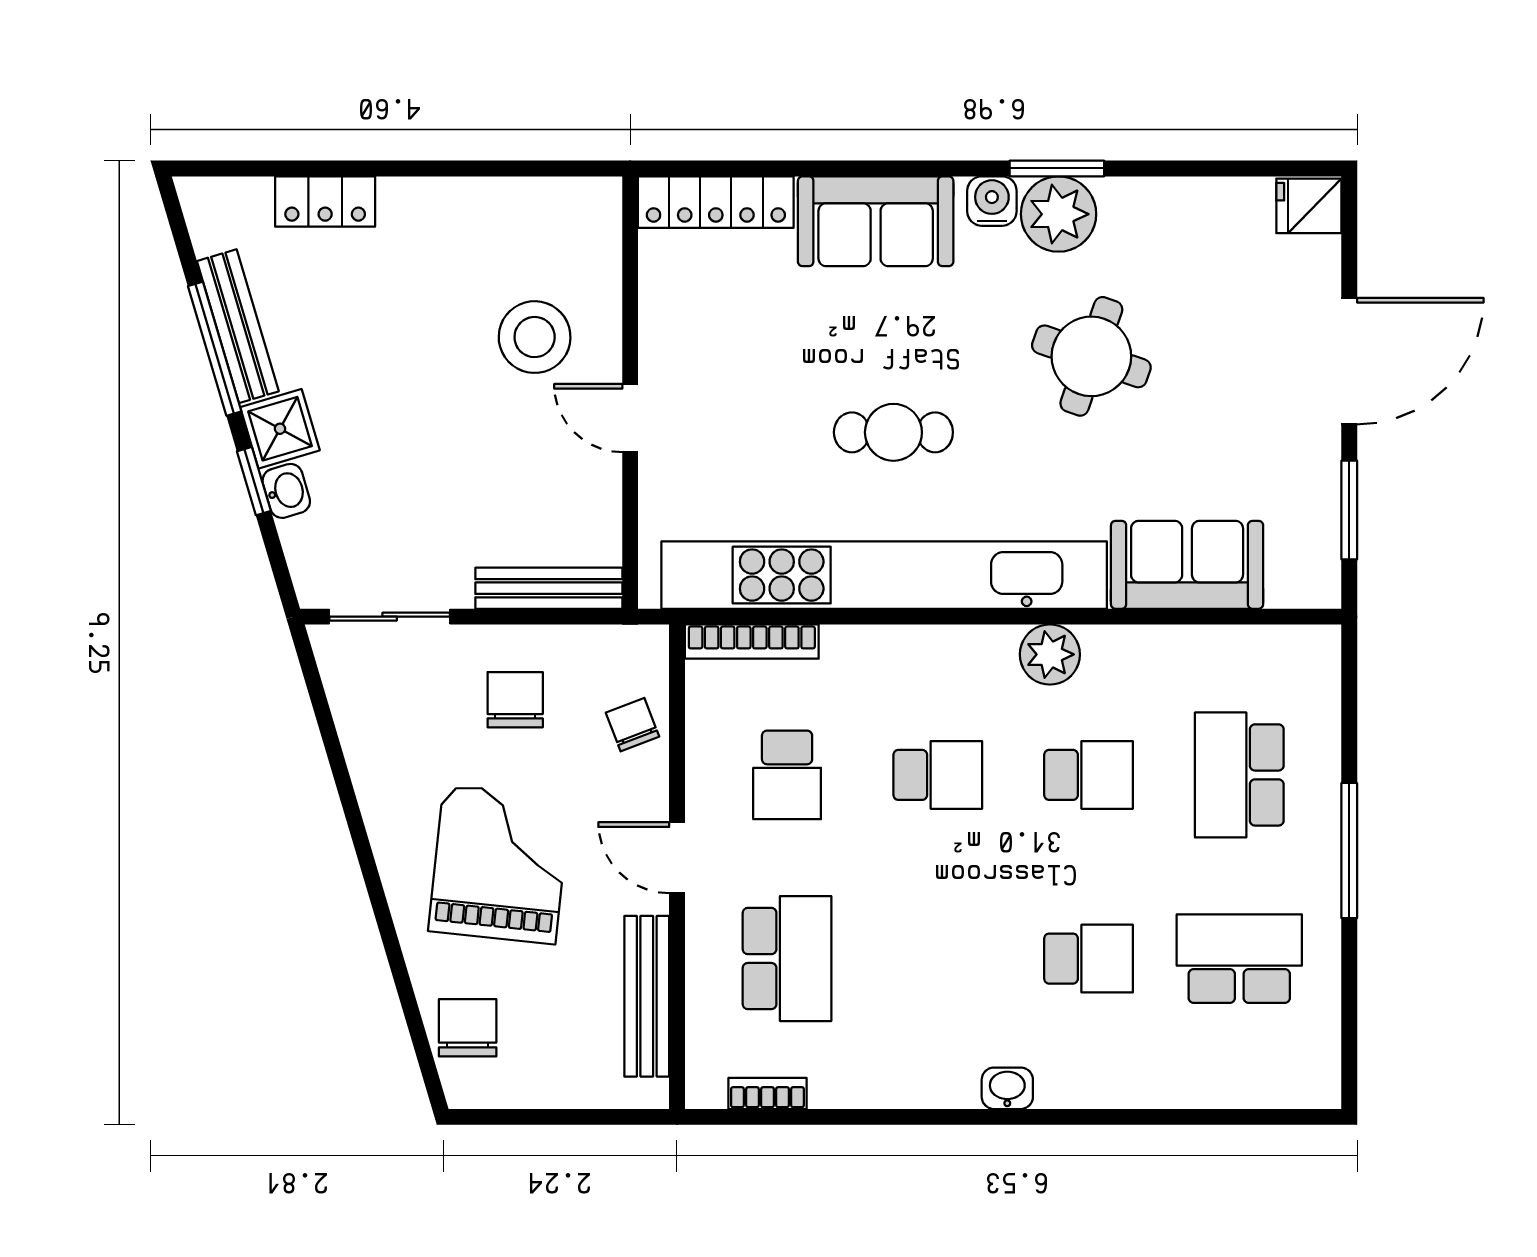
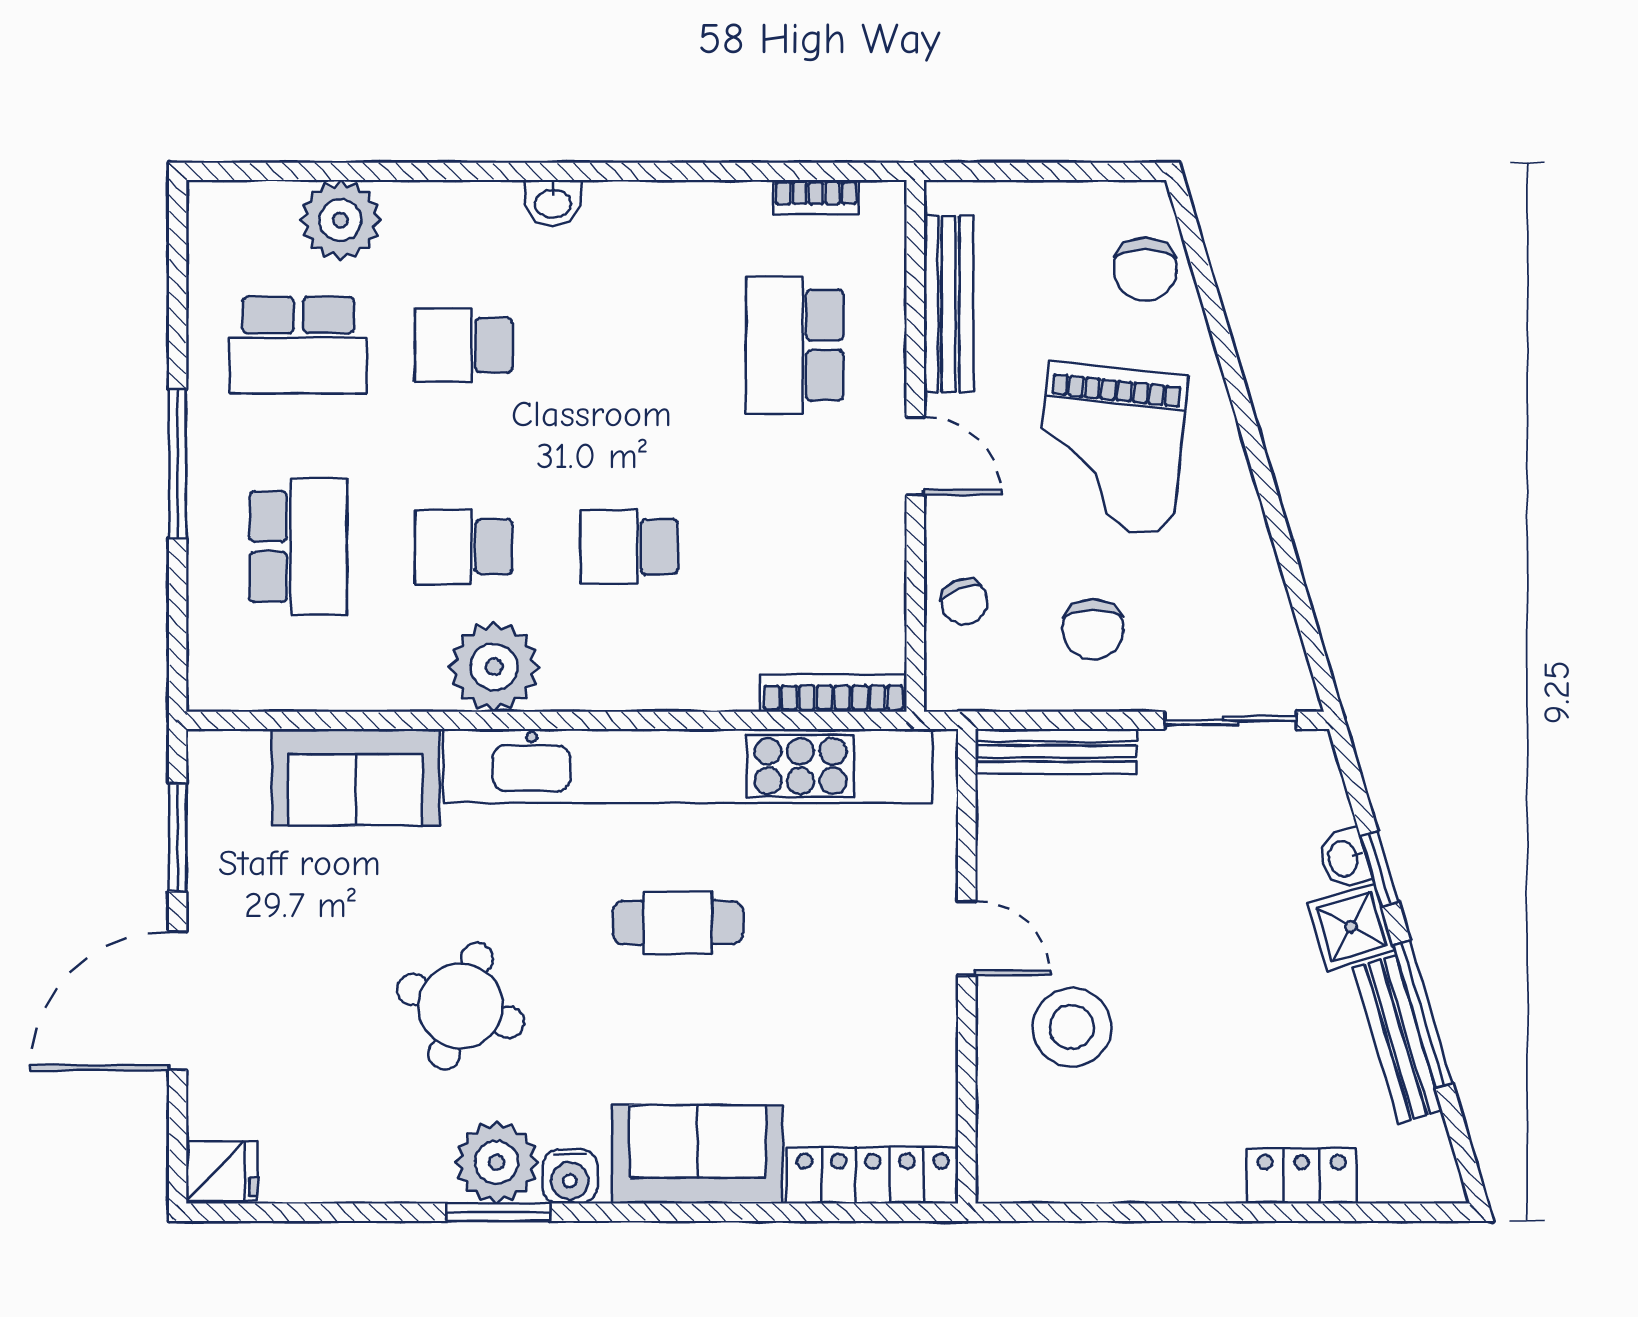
plant: (1050, 654) -> (494, 667), width x1.36, depth x1.36
school desk: (787, 775) -> (795, 547), removed
plant: (1201, 1072) -> (340, 220), added

